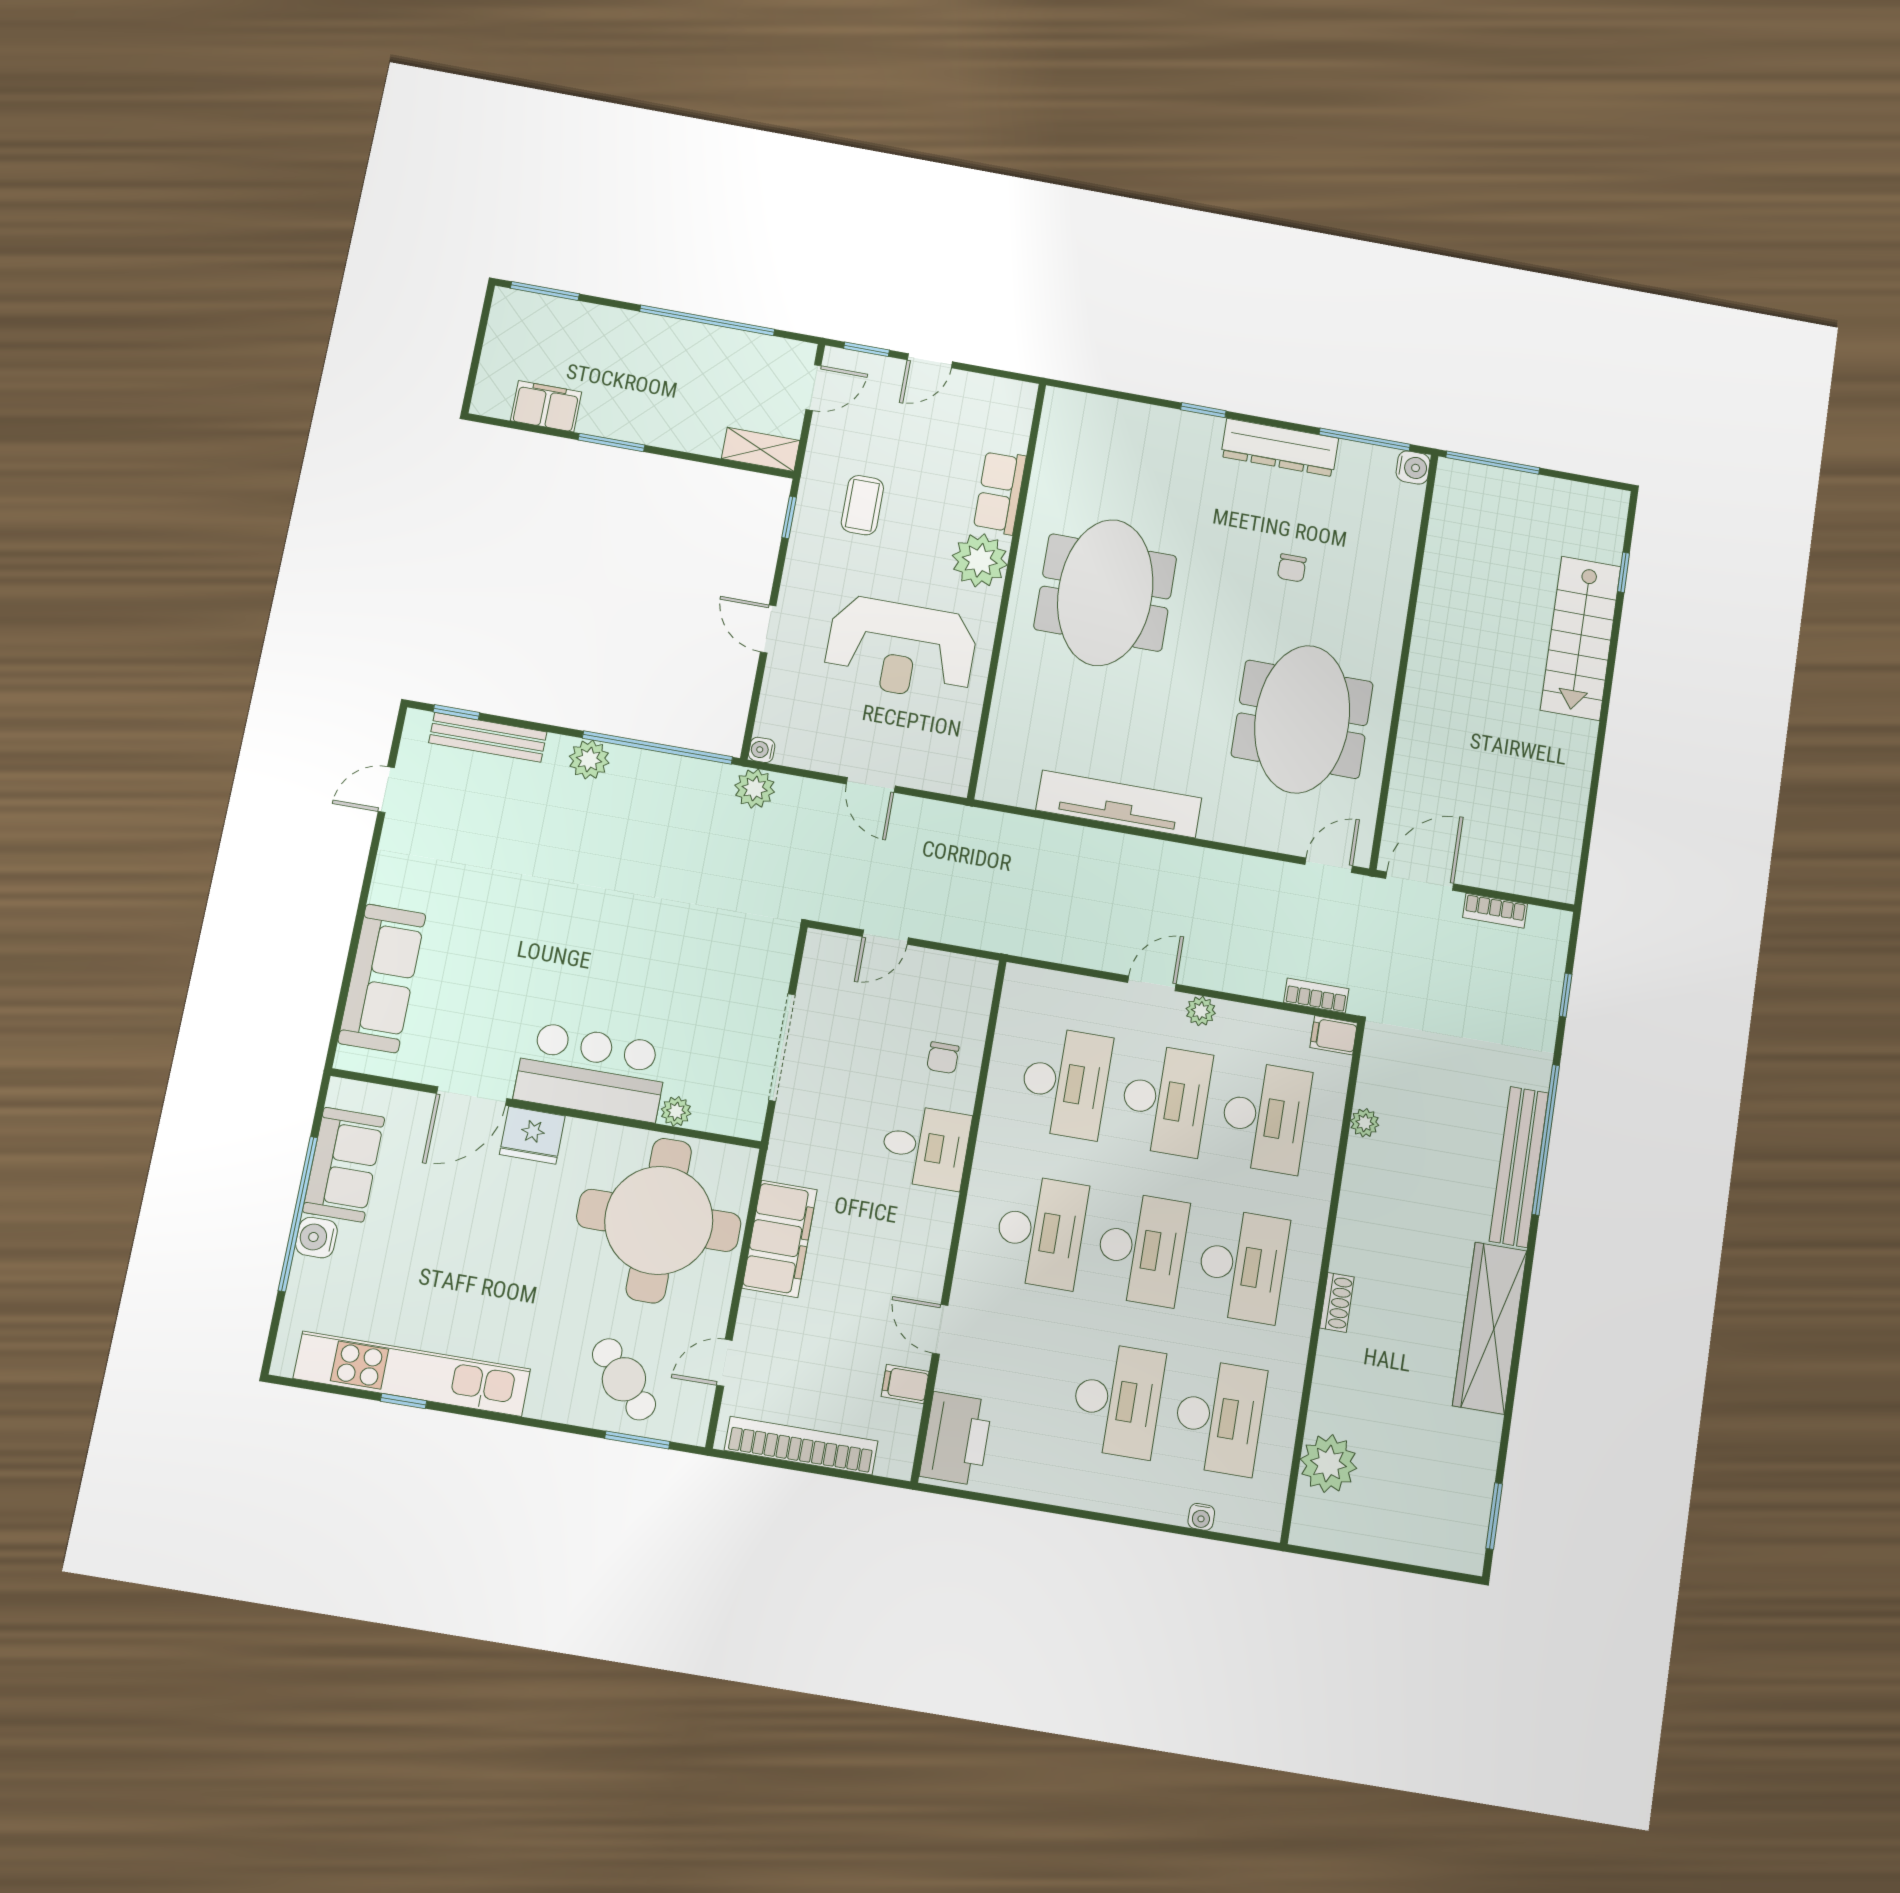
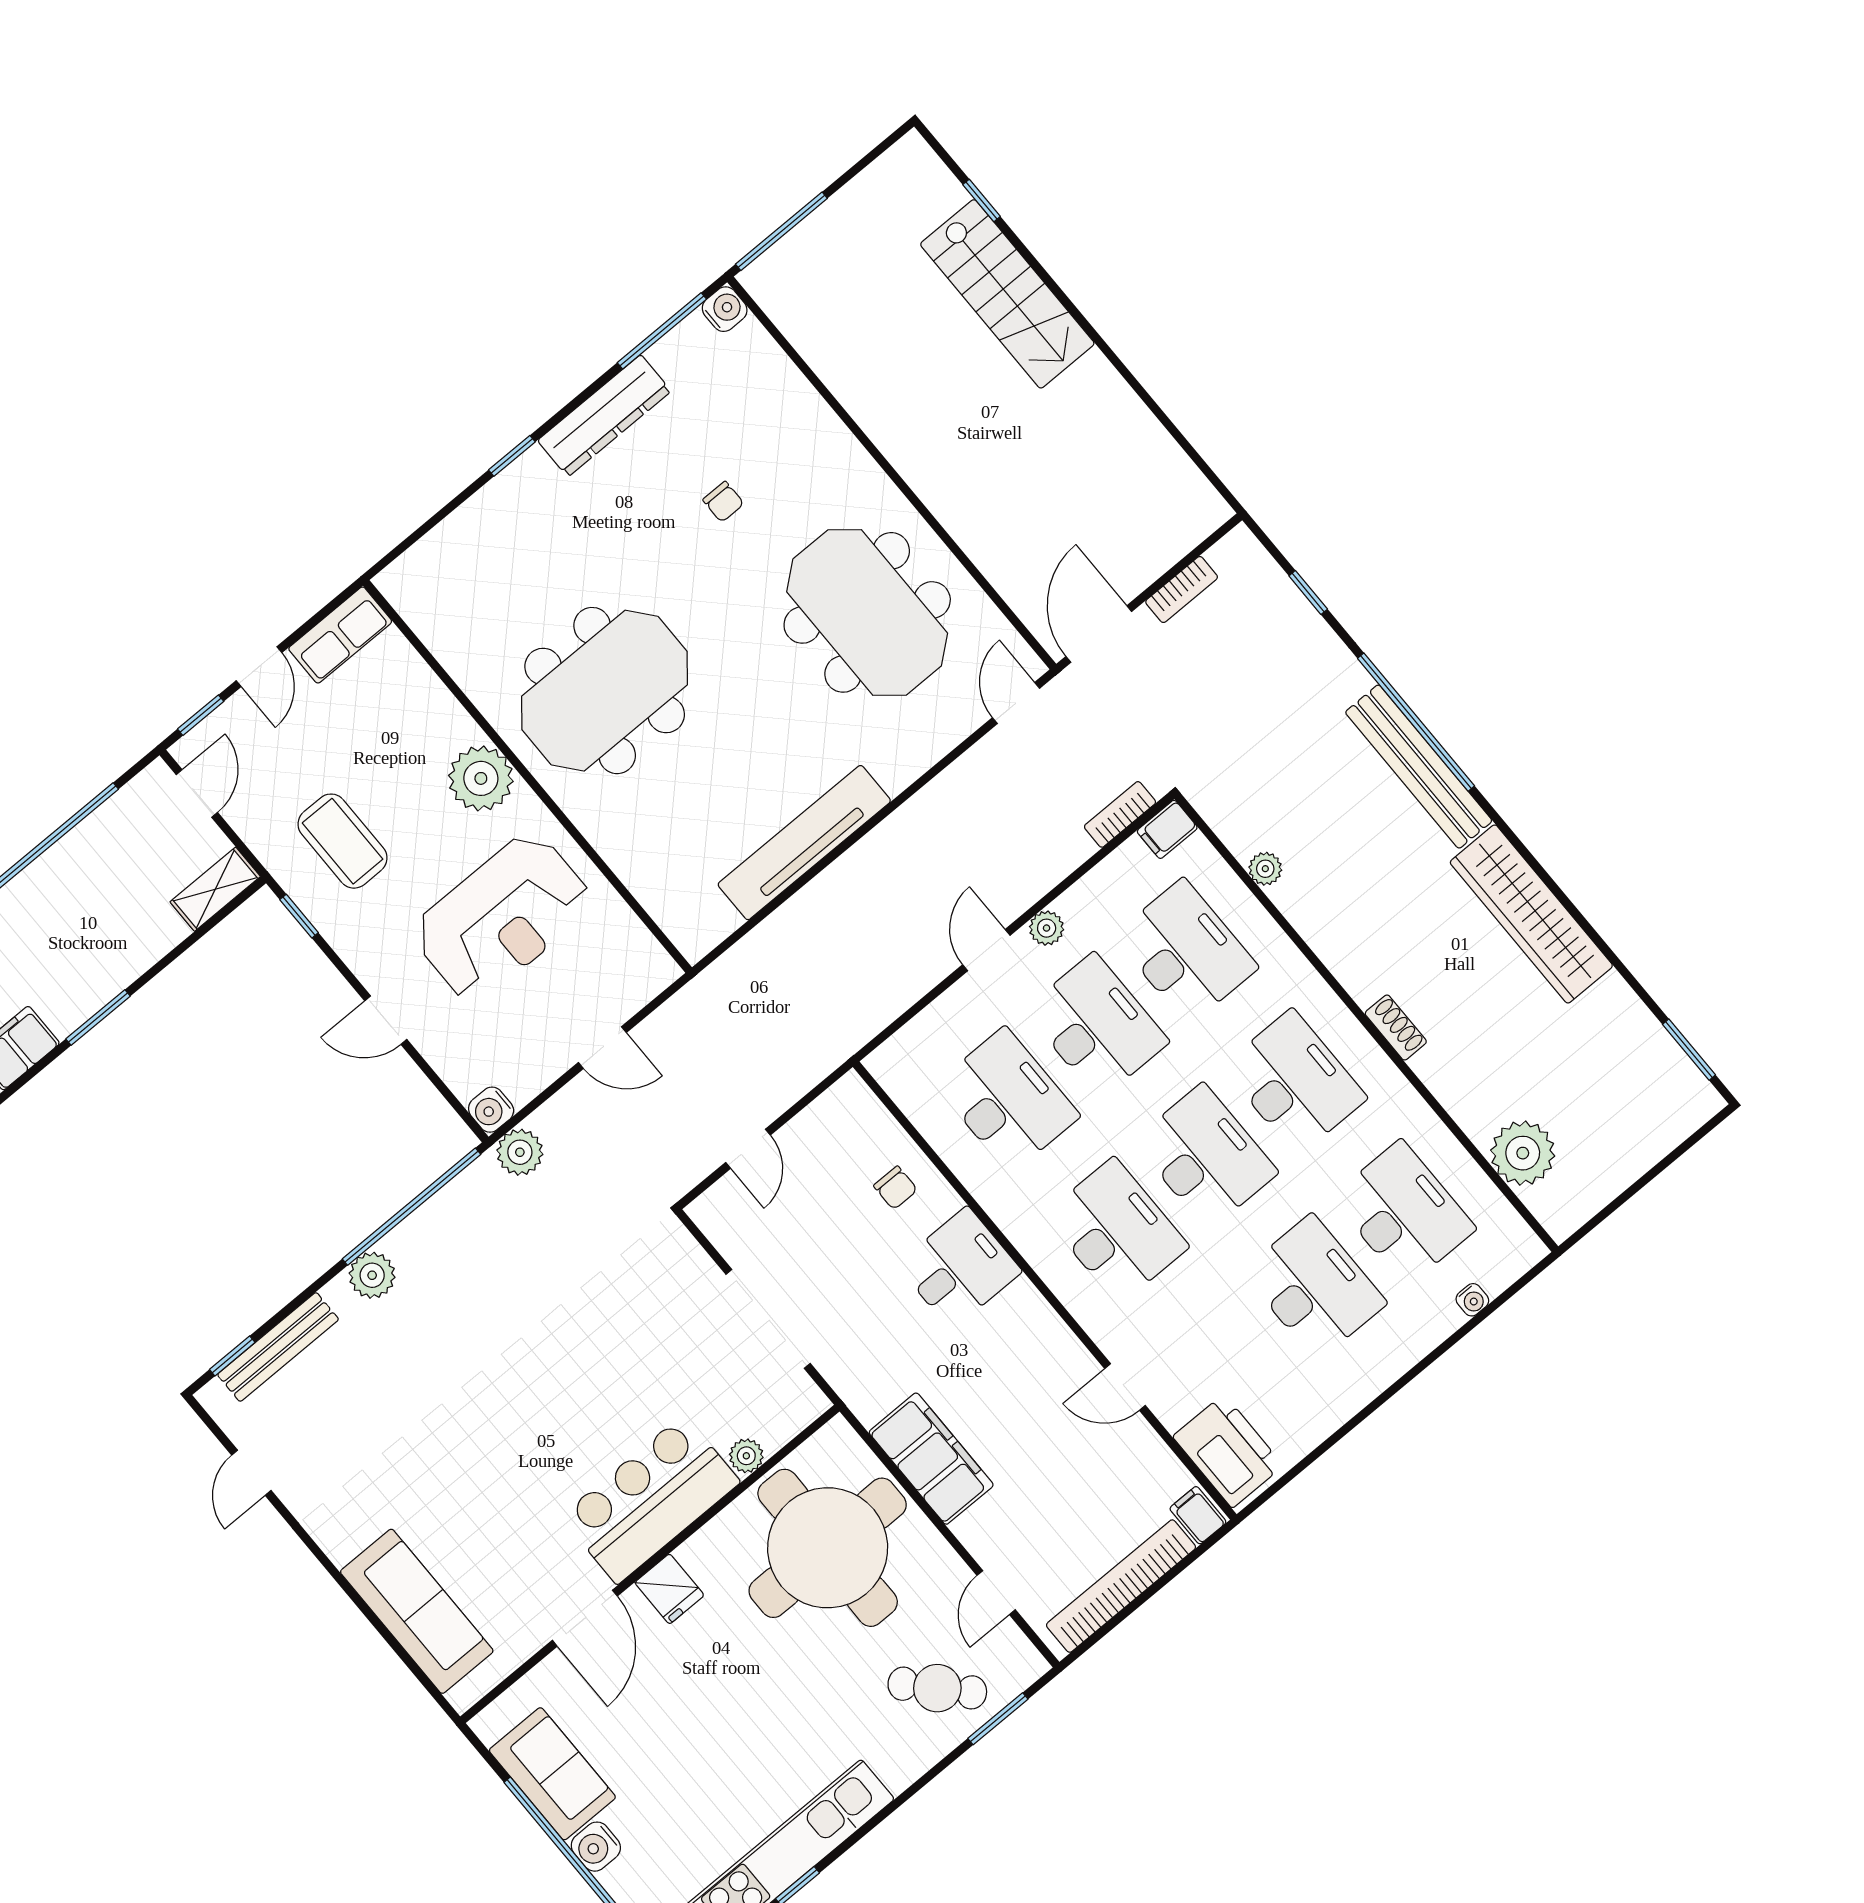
row of seats: (1000, 492) -> (340, 635), moved, turned -90
coffee table: (862, 505) -> (343, 841), width x1.36, depth x1.30
meeting table: (1105, 593) -> (605, 691), turned 90
water cooler: (762, 750) -> (491, 1110), width x1.38, depth x1.38
fridge: (532, 1135) -> (669, 1589), width x0.72
filing cabinet: (905, 1384) -> (1198, 1515), moved, turned 90

